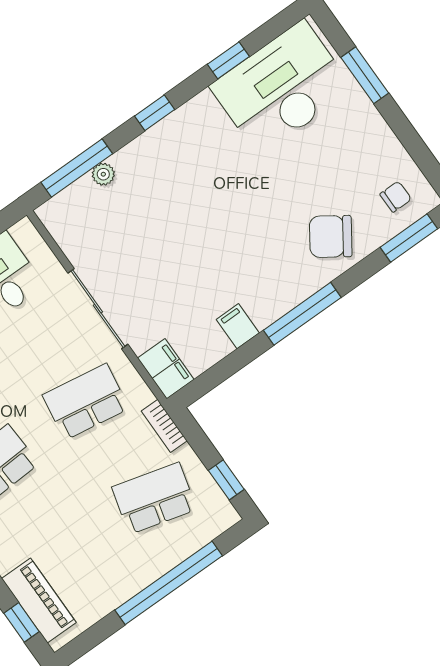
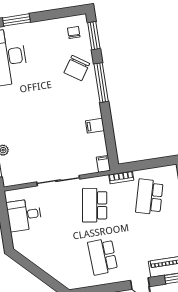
window: (302, 314) -> (101, 83), moved
filing cabinet: (166, 369) -> (103, 164), width x0.50
window: (226, 480) -> (157, 163), removed

